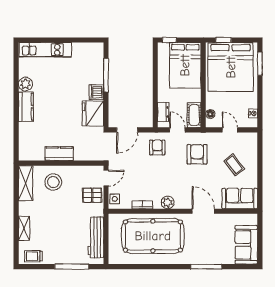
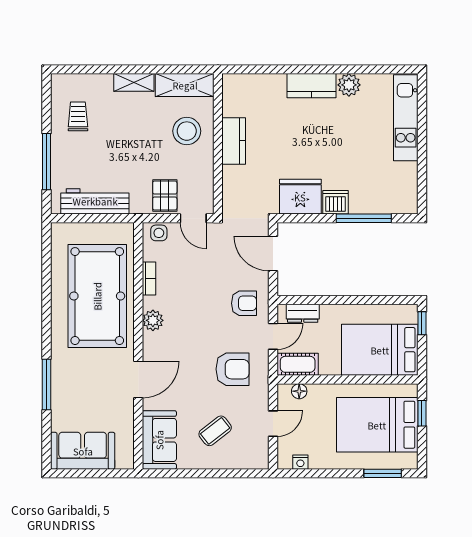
bed: (231, 67) -> (377, 425), width x0.73
shelving: (24, 228) -> (134, 82), moved
trolley: (33, 256) -> (78, 116), moved

